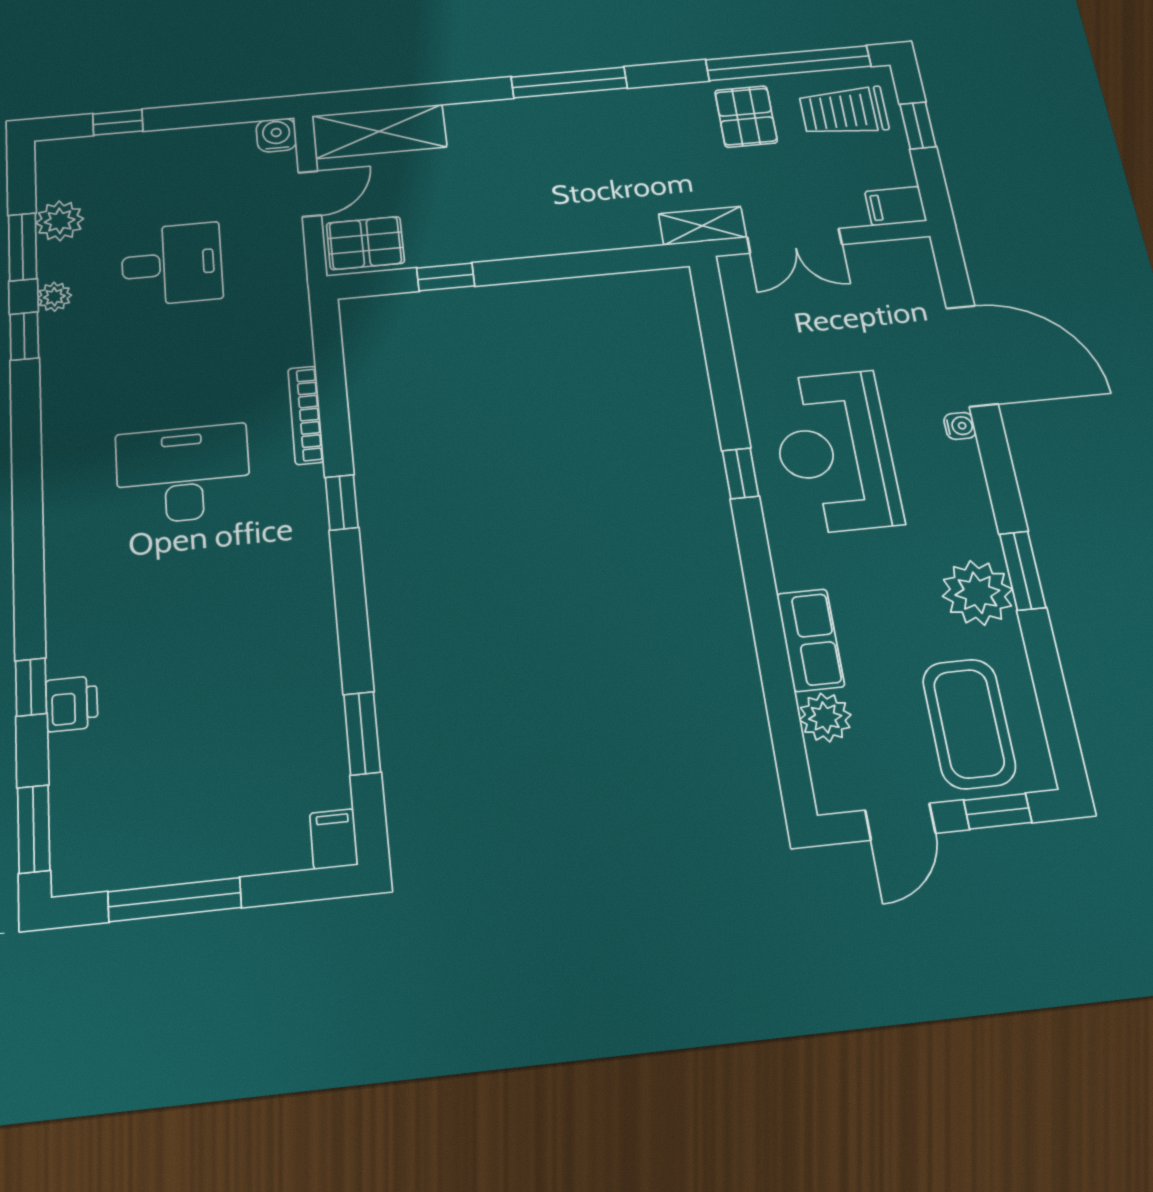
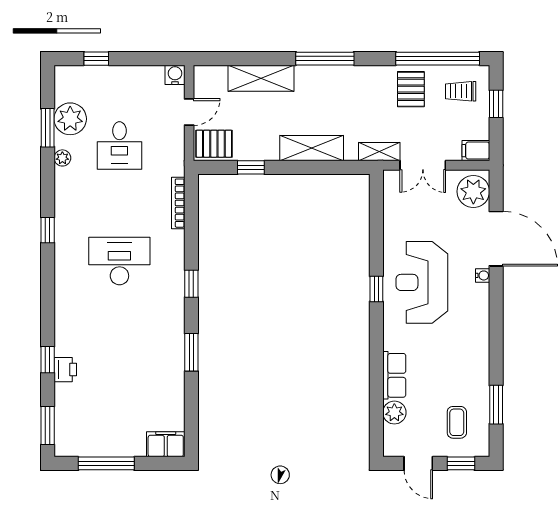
trolley: (844, 111) -> (461, 91), width x0.73, depth x0.72
shelving: (379, 131) -> (261, 78), moved
plant: (60, 221) -> (70, 119), width x1.36, depth x1.36
shelving: (565, 232) -> (312, 148), added
desk: (172, 264) -> (119, 146), turned 90
window: (24, 336) -> (48, 230), moved
bookcase: (306, 415) -> (178, 203), moved
window: (1023, 571) -> (496, 405), moved
plant: (977, 593) -> (473, 191), moved
coffee table: (969, 724) -> (457, 422), width x0.54, depth x0.58
window: (362, 733) -> (191, 352), moved
door: (900, 822) -> (418, 463), hinge flipped
filing cabinet: (334, 839) -> (166, 444), width x2.00

